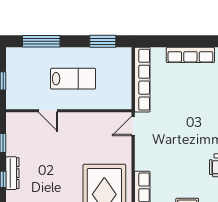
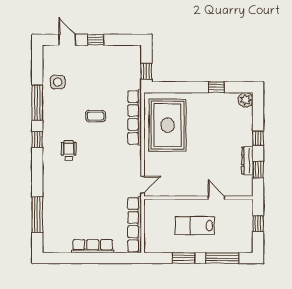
window: (103, 41) -> (184, 258), moved
dresser: (12, 173) -> (247, 161), moved

